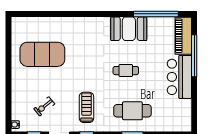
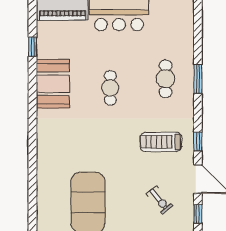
window: (156, 14) -> (33, 47), width x0.32
cafe table: (132, 111) -> (166, 79), width x0.73, depth x0.74

